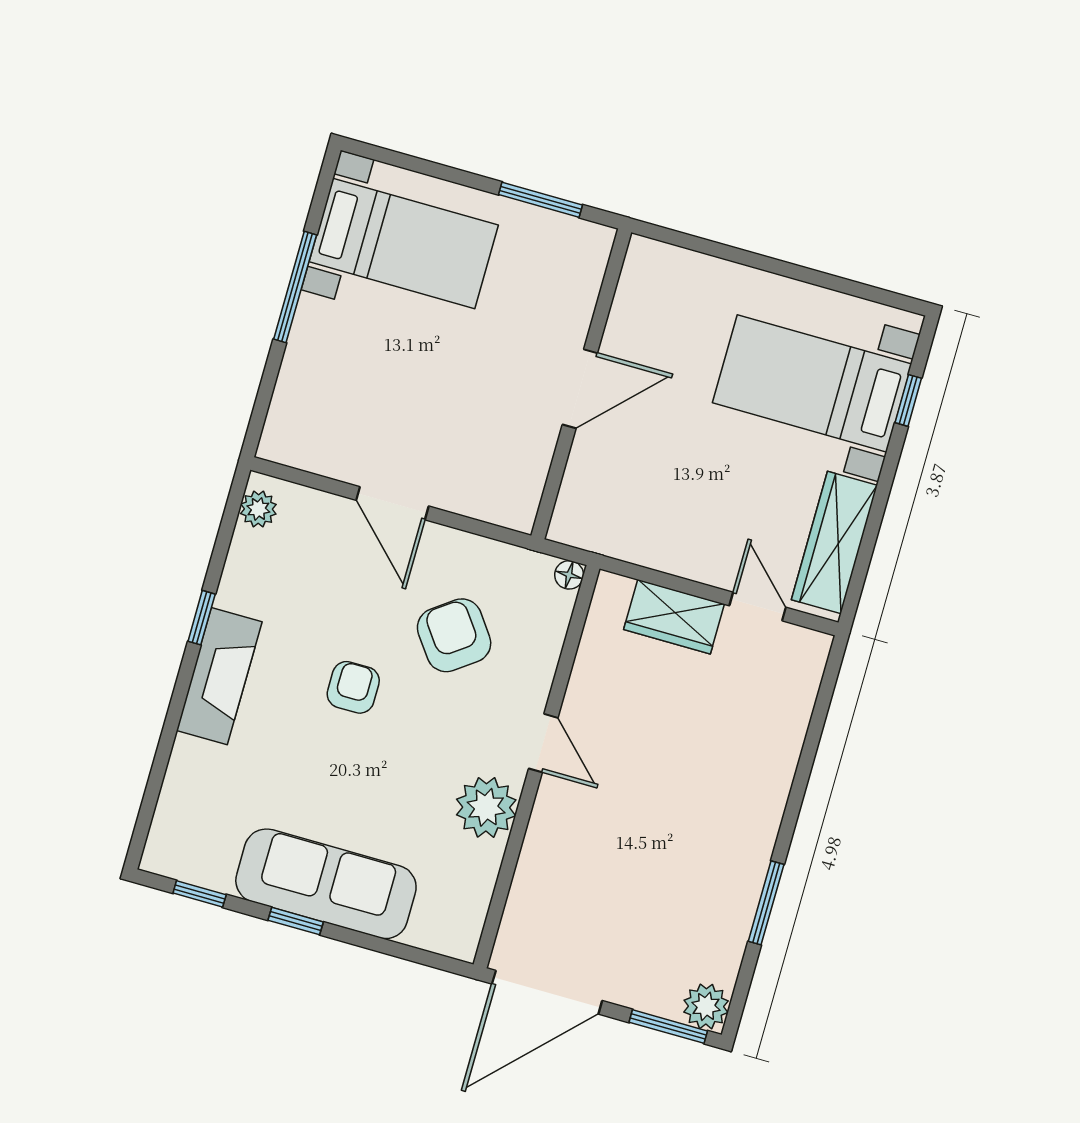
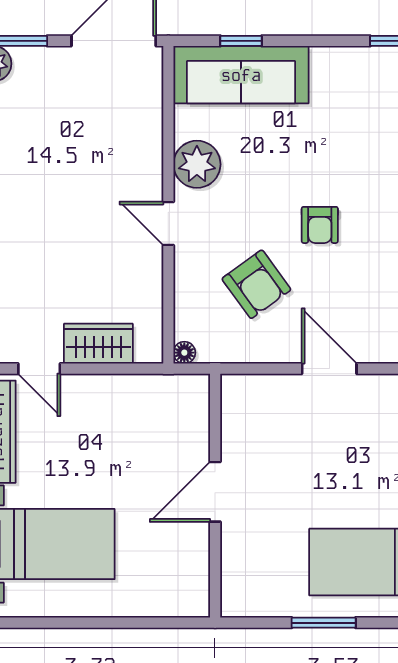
window: (540, 200) -> (324, 623), moved
sofa: (326, 884) -> (241, 75), moved
window: (296, 921) -> (241, 41), moved

